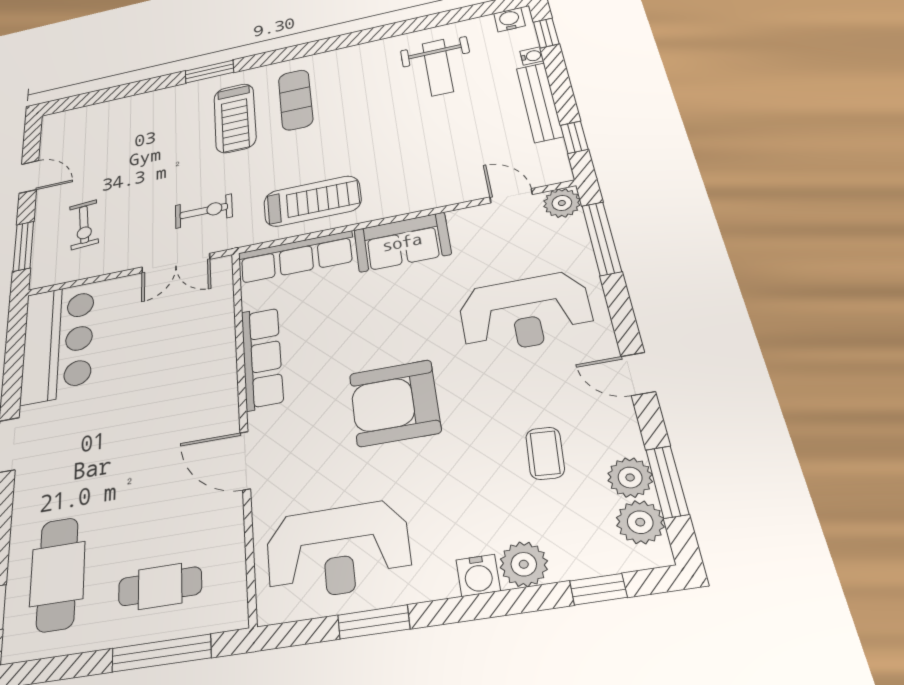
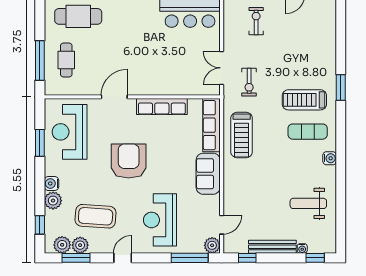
water cooler: (509, 20) -> (330, 158), moved
exercise bike: (84, 225) -> (256, 21), turned 94
coffee table: (545, 453) -> (96, 216), width x1.86, depth x1.72

